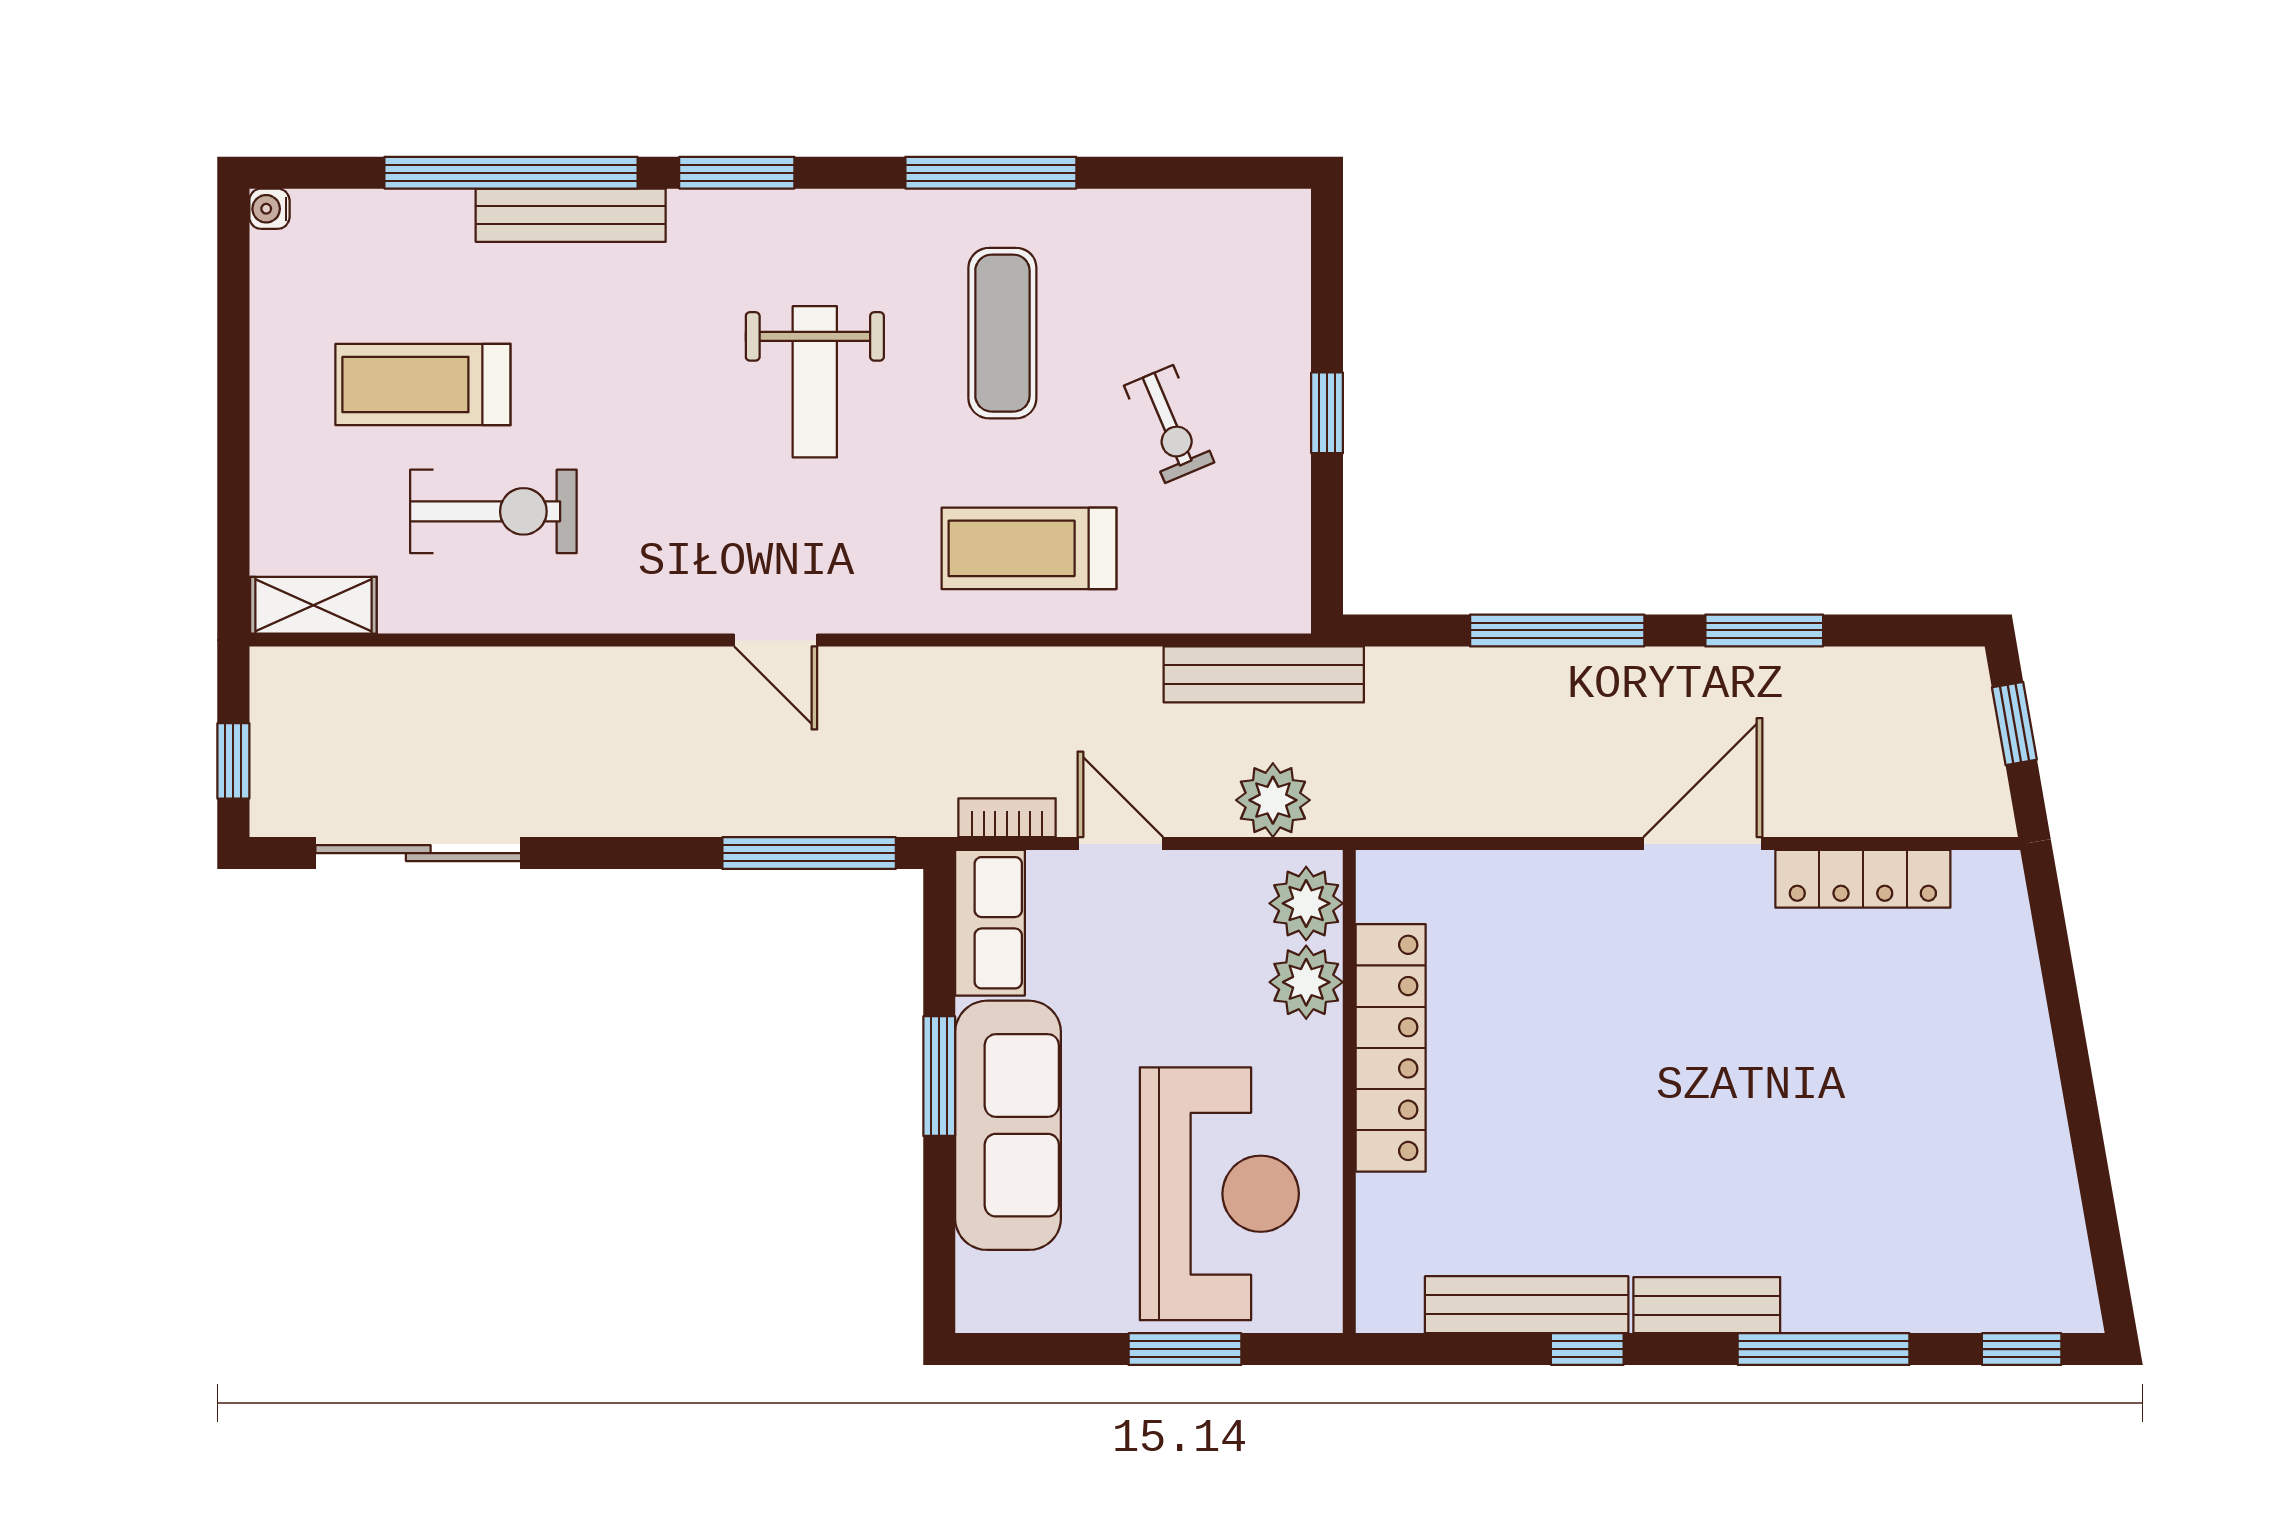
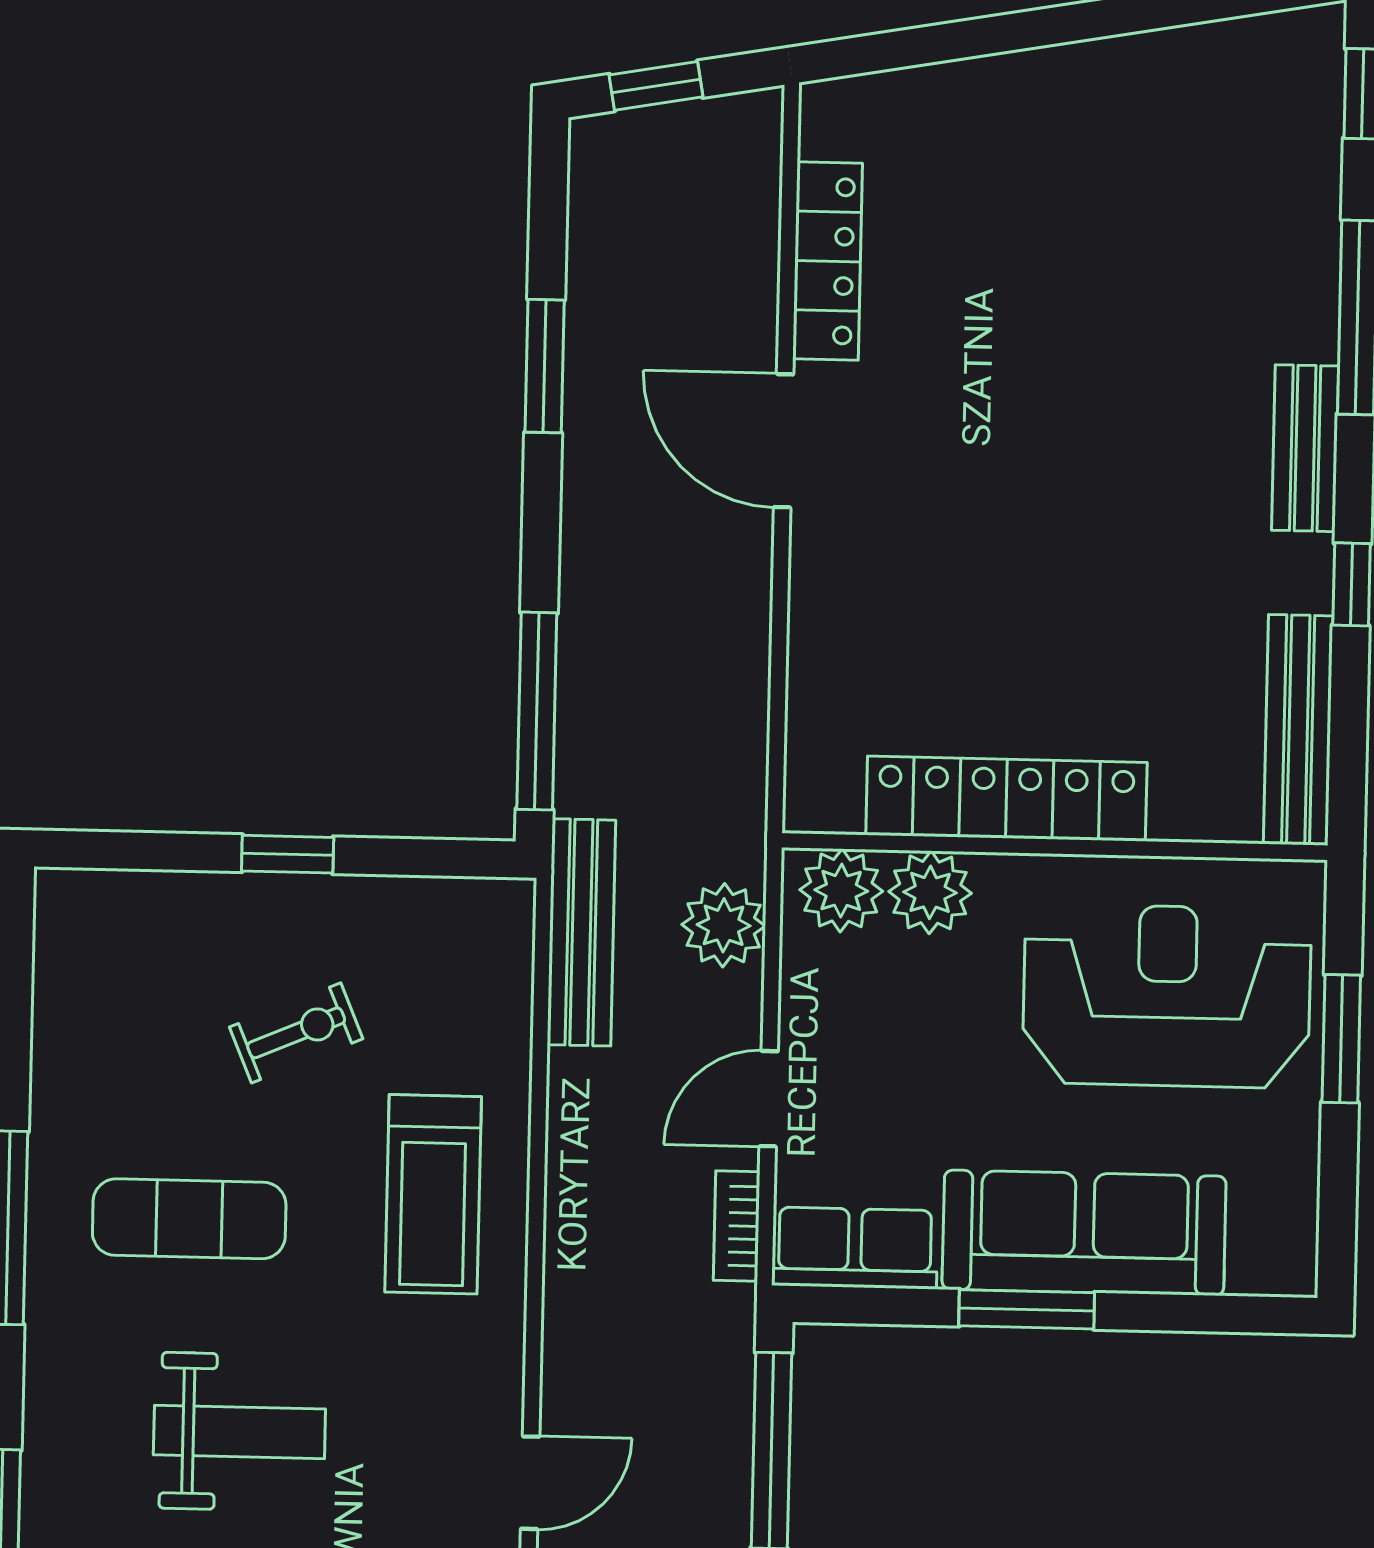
window: (1557, 630) -> (537, 711), moved
bench: (1527, 1305) -> (1298, 730), moved

